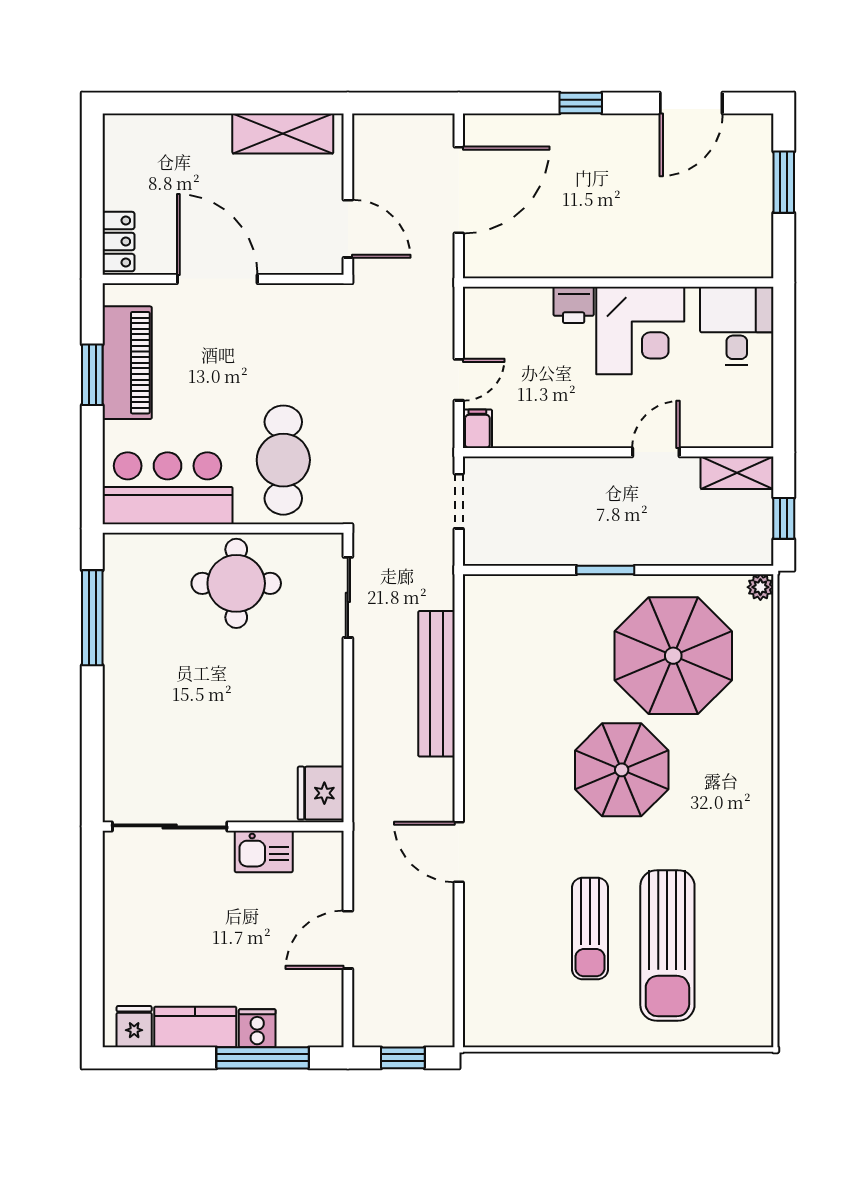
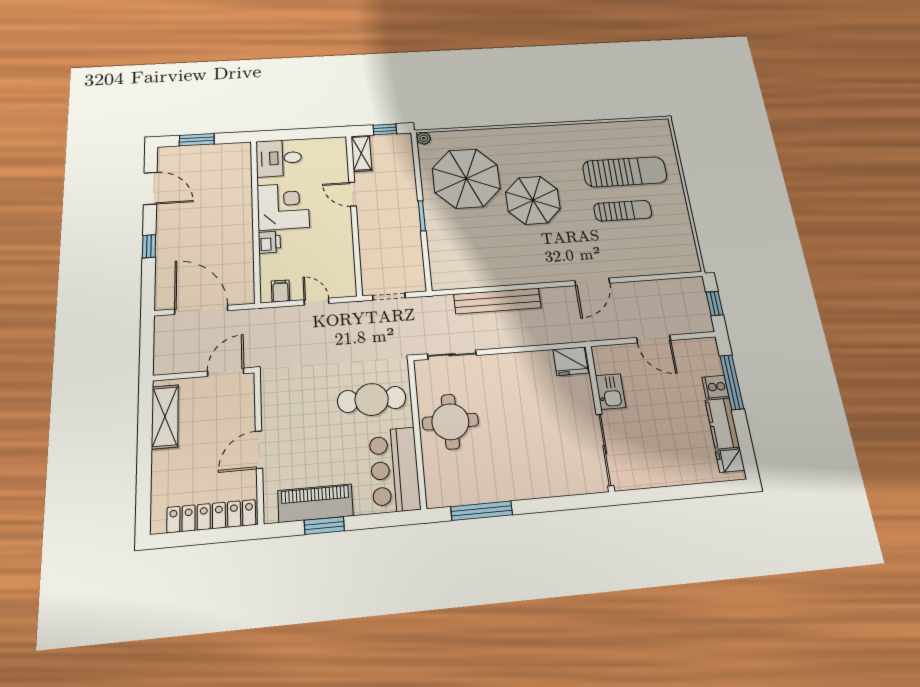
locker: (118, 242) -> (211, 516), width x2.16, depth x1.21
door: (217, 279) -> (259, 450), width x0.73
filing cabinet: (477, 429) -> (281, 291), moved, turned 90

